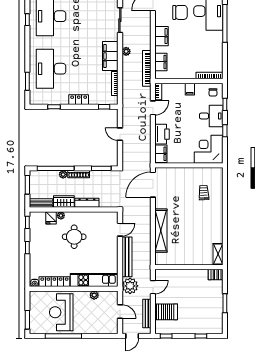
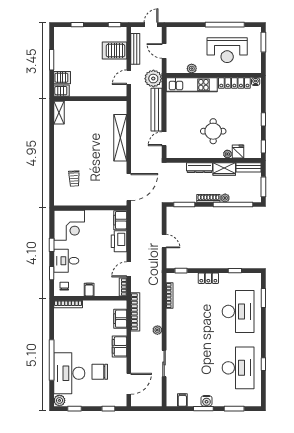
filing cabinet: (110, 56) -> (174, 325), removed
server rack: (215, 287) -> (62, 78), added
reception desk: (61, 312) -> (227, 50), turned 90

